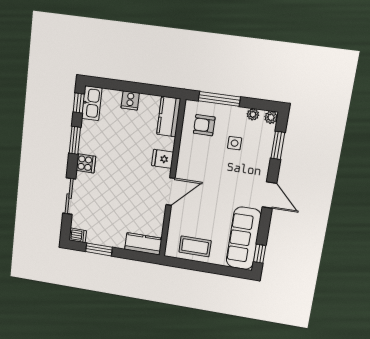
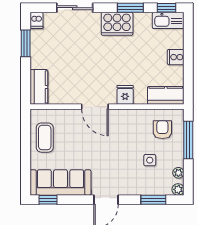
cooker: (86, 163) -> (117, 24), width x1.87, depth x1.31

